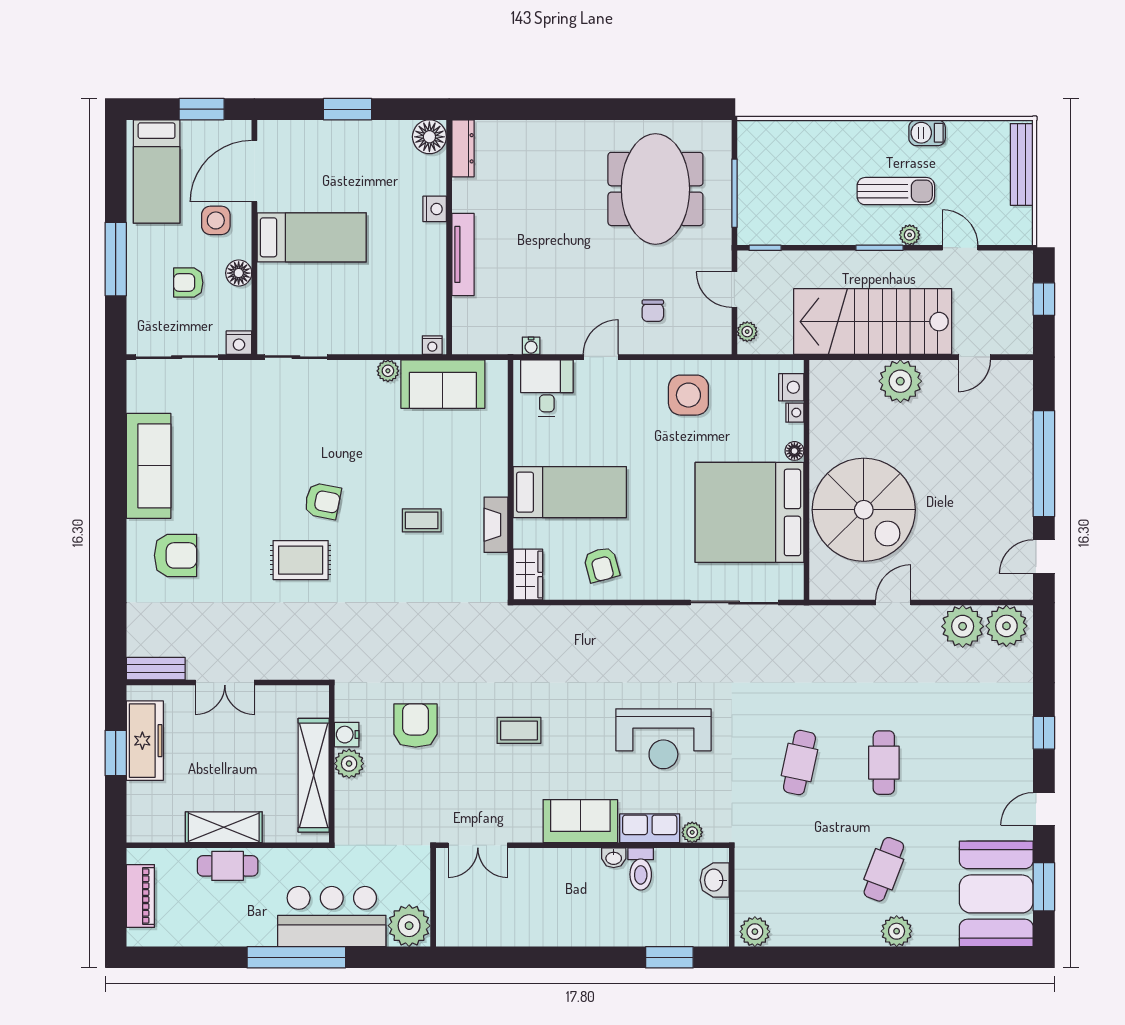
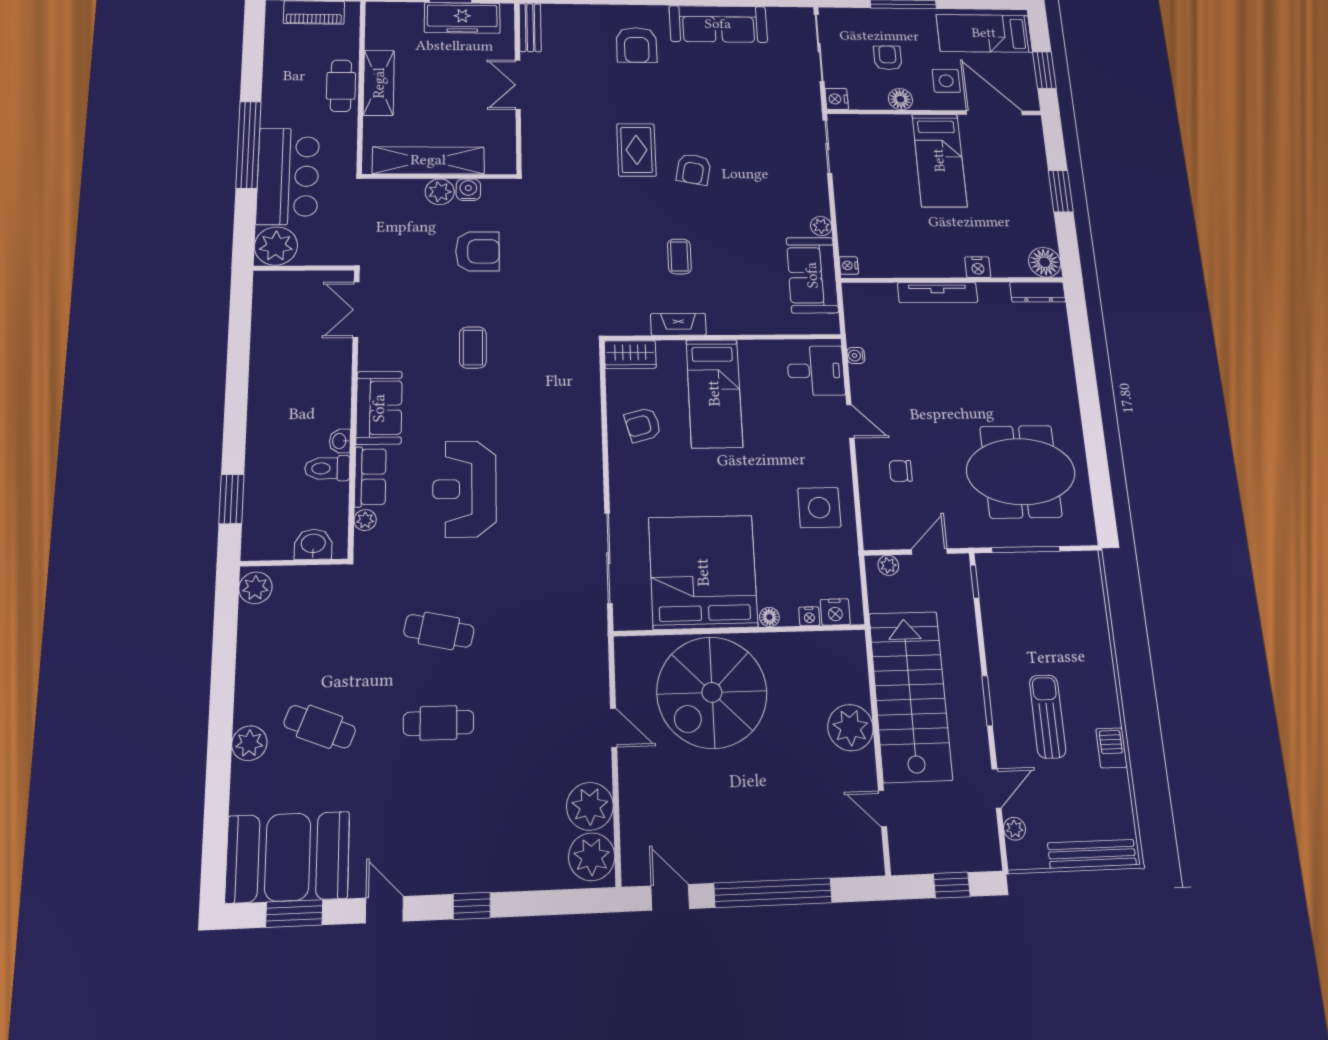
sun lounger: (896, 191) -> (1048, 716), turned 180
plant: (910, 235) -> (1015, 829), moved

